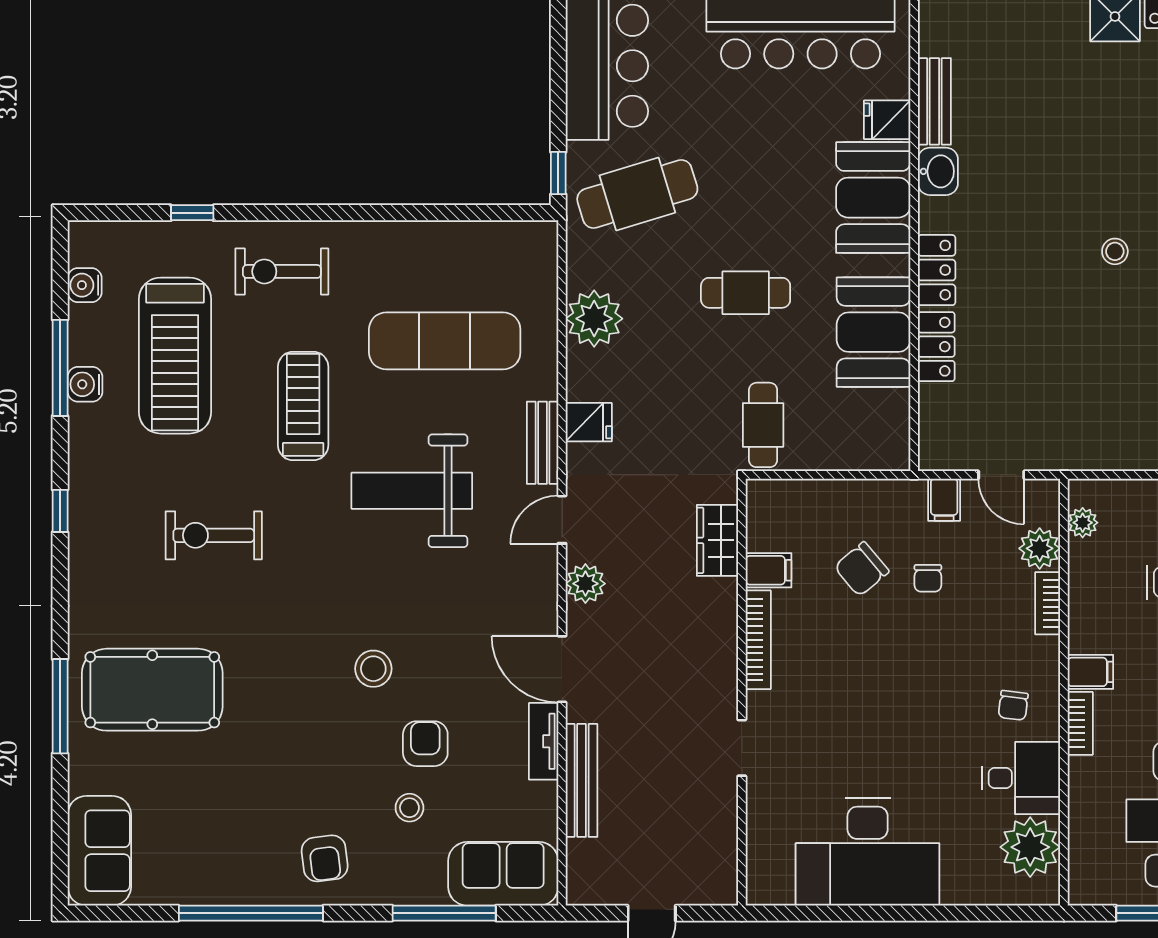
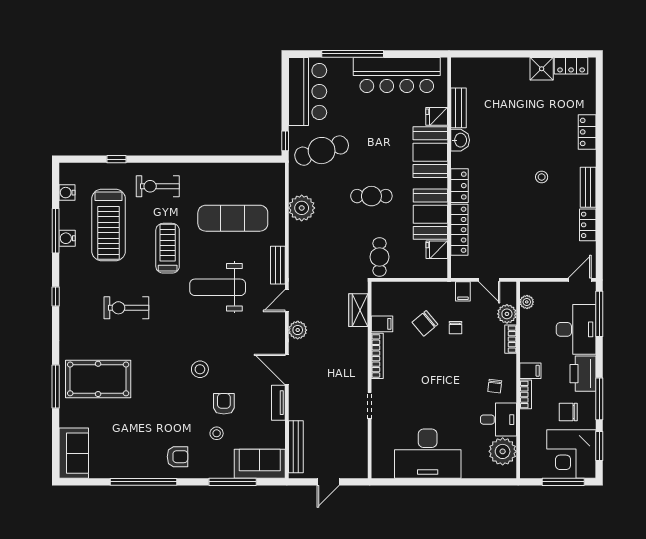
locker: (936, 347) -> (459, 230), width x1.53
fridge: (589, 422) -> (437, 250), moved, turned 180
bench: (582, 780) -> (296, 447), moved
armchair: (325, 858) -> (177, 457), turned -83

